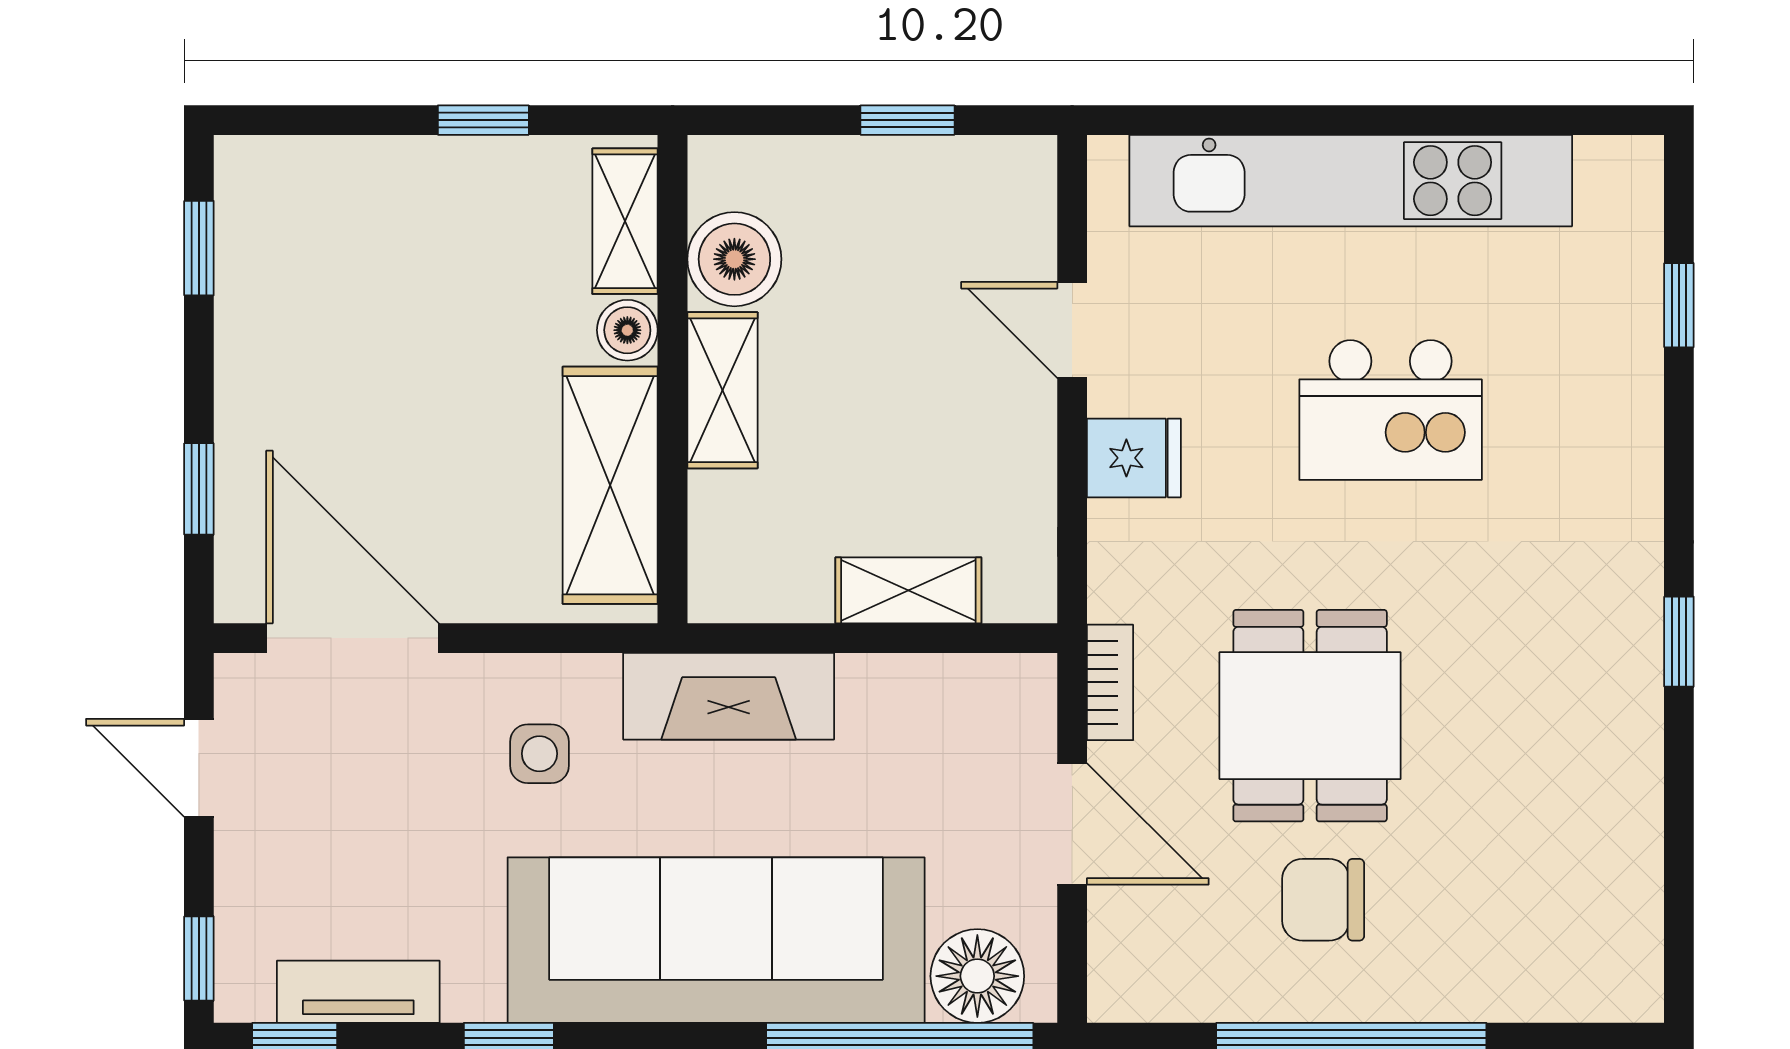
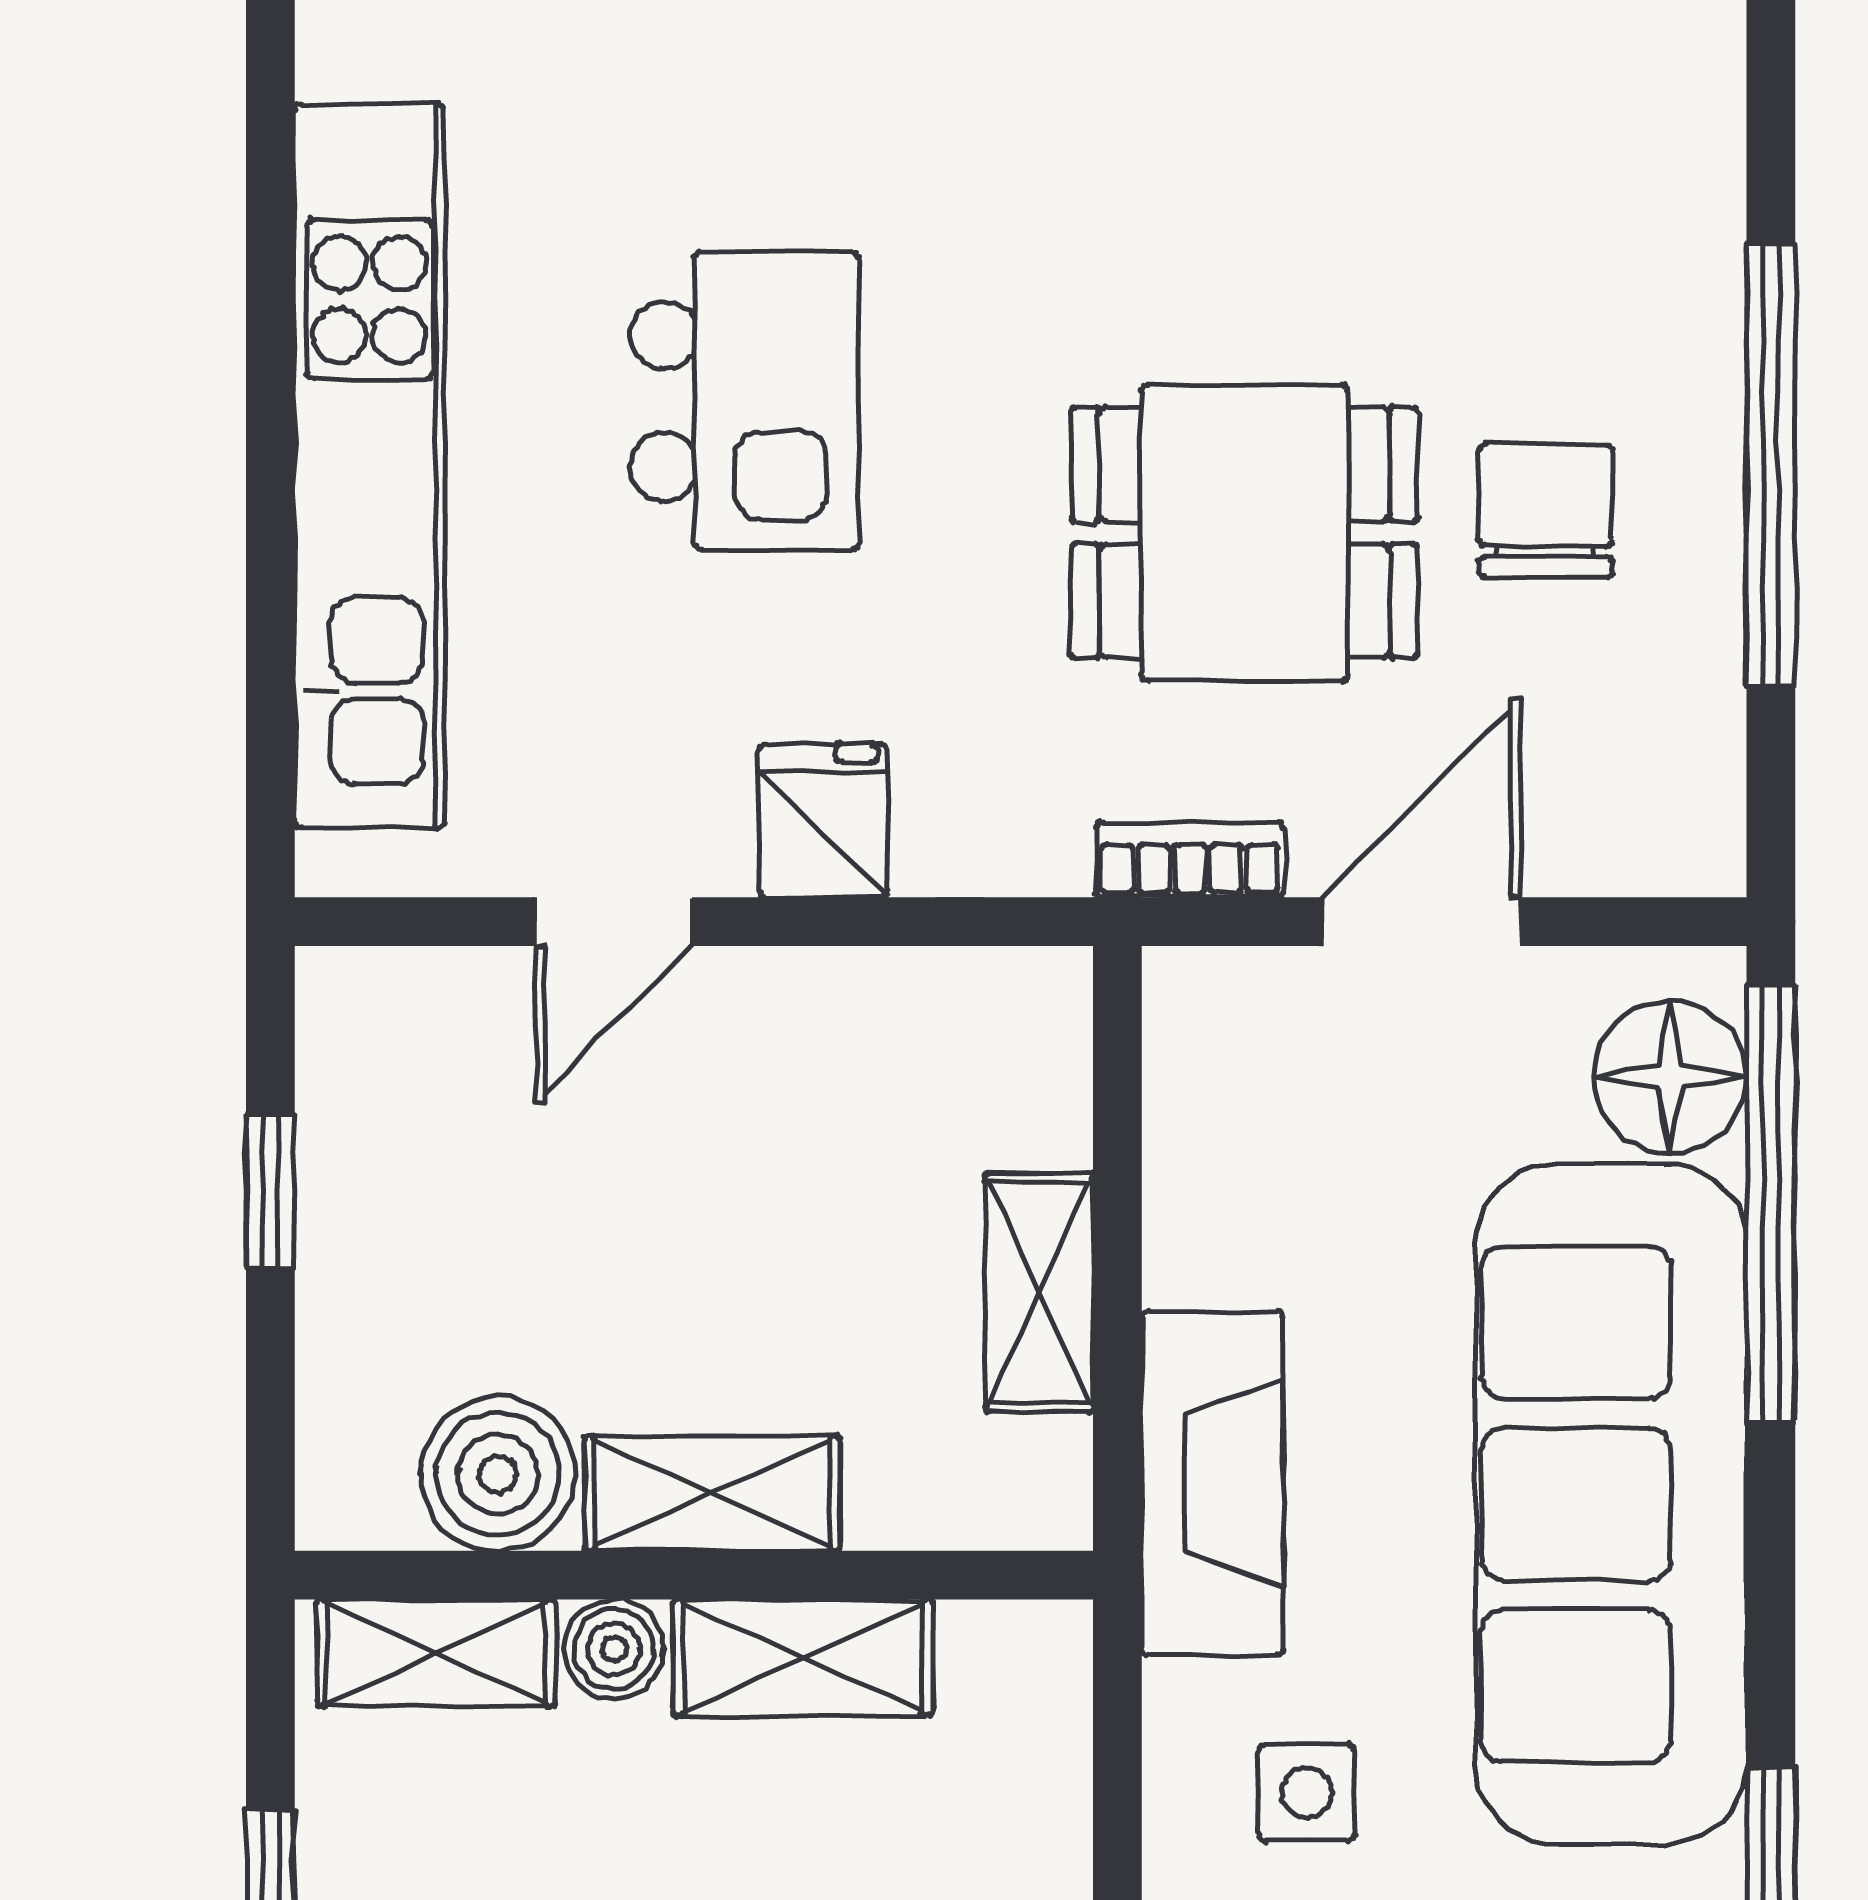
shelving: (610, 485) -> (803, 1658), width x0.67, depth x0.75
shelving: (908, 590) -> (1039, 1292), moved
chair: (1323, 900) -> (1545, 511), turned 180

